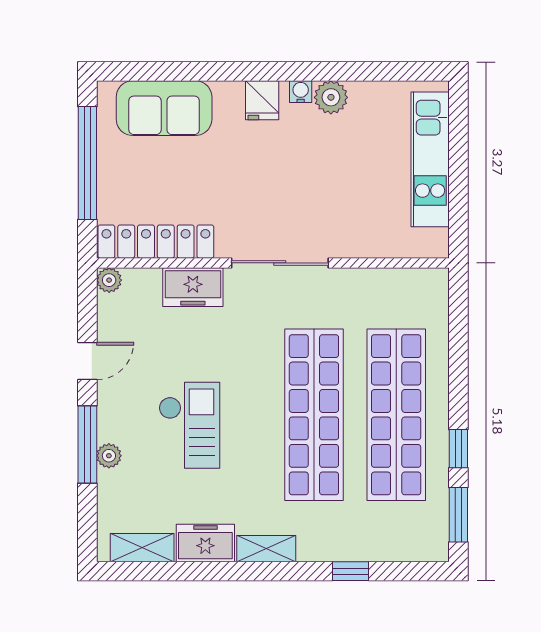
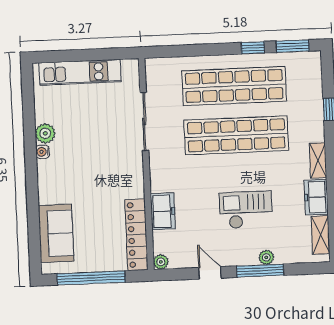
fridge: (262, 100) -> (49, 175), removed
sliding door: (280, 263) -> (144, 121), moved

